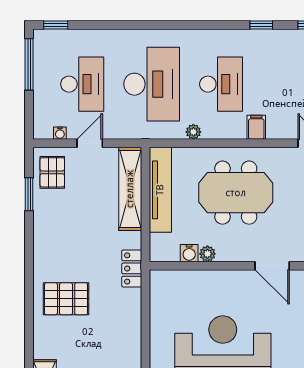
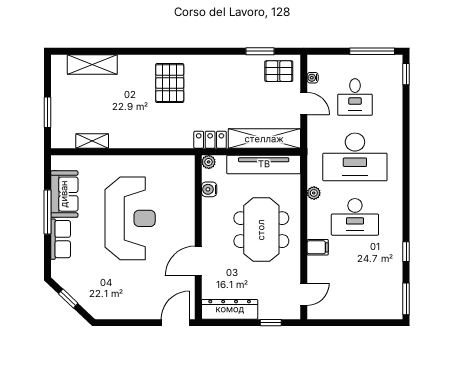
desk: (82, 84) -> (355, 97), width x0.73
plant: (207, 254) -> (209, 162), moved
locker: (132, 268) -> (210, 140), moved

